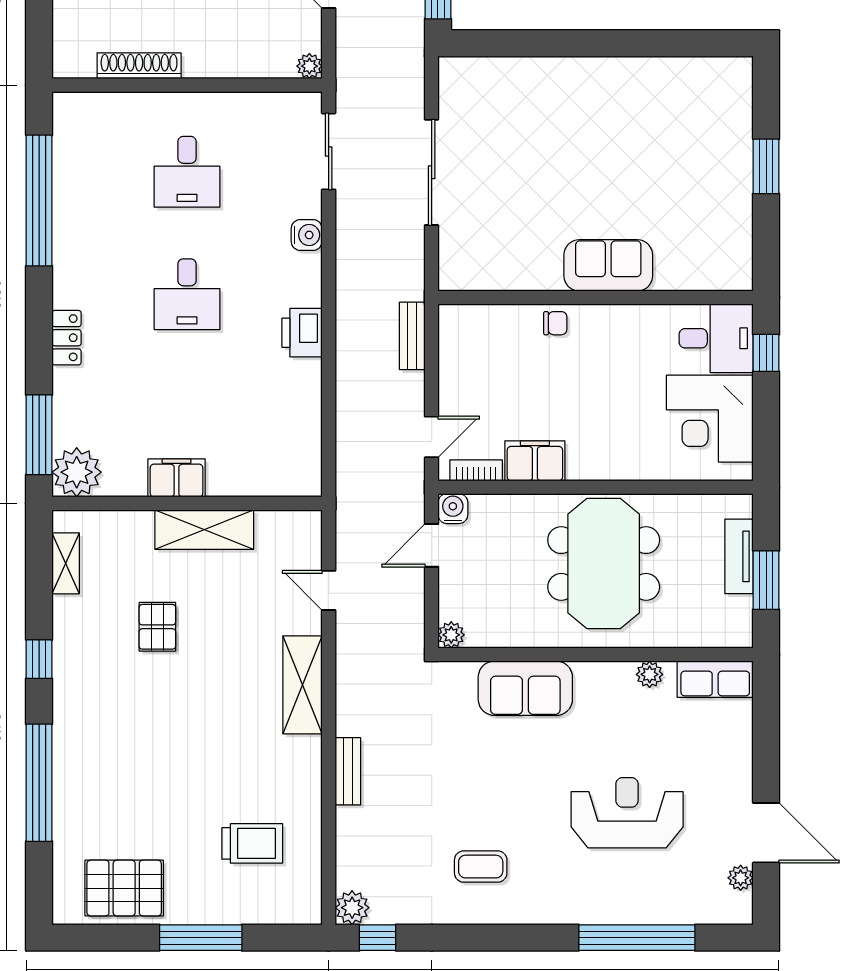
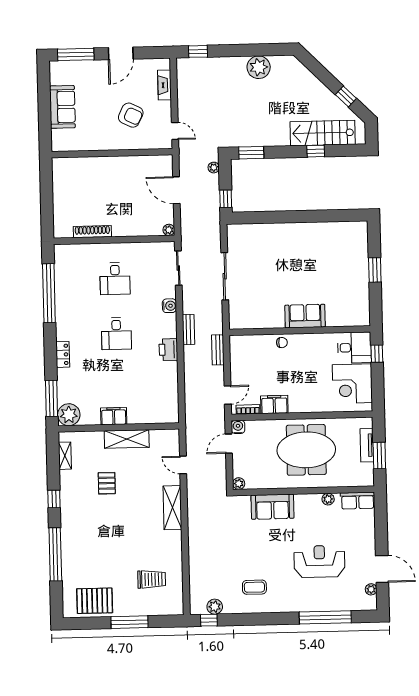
meeting table: (604, 563) -> (306, 450), turned 90
bench: (348, 771) -> (188, 329), moved
plant: (352, 908) -> (215, 607), moved

